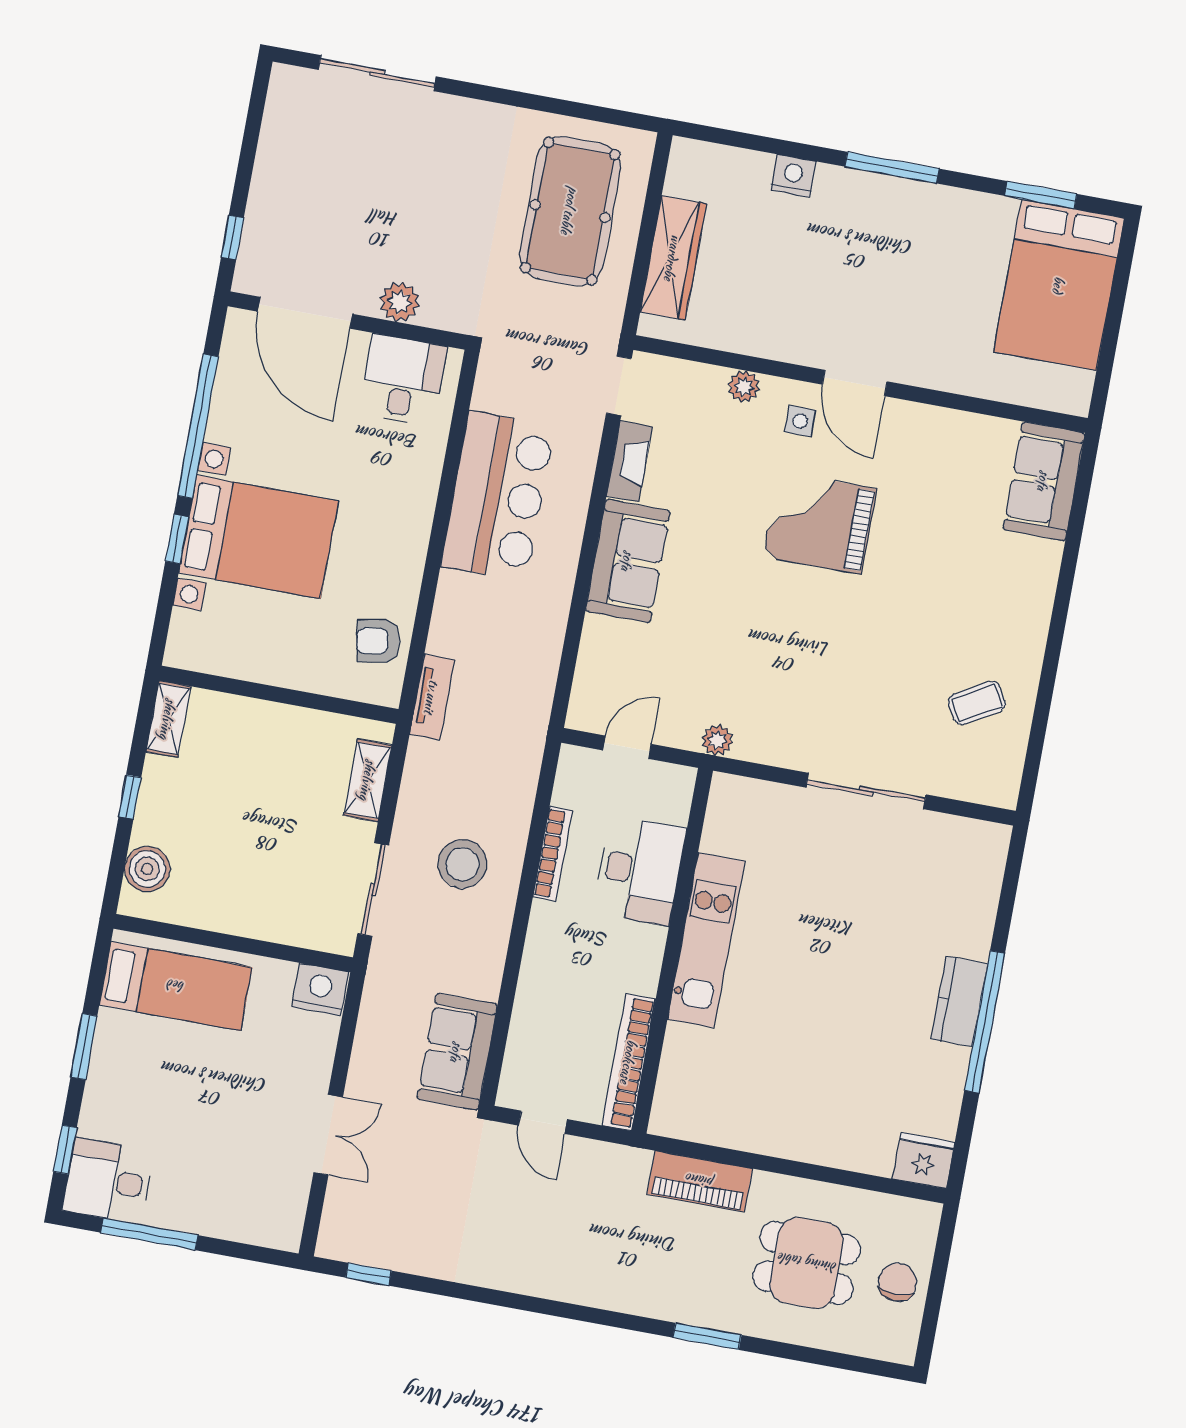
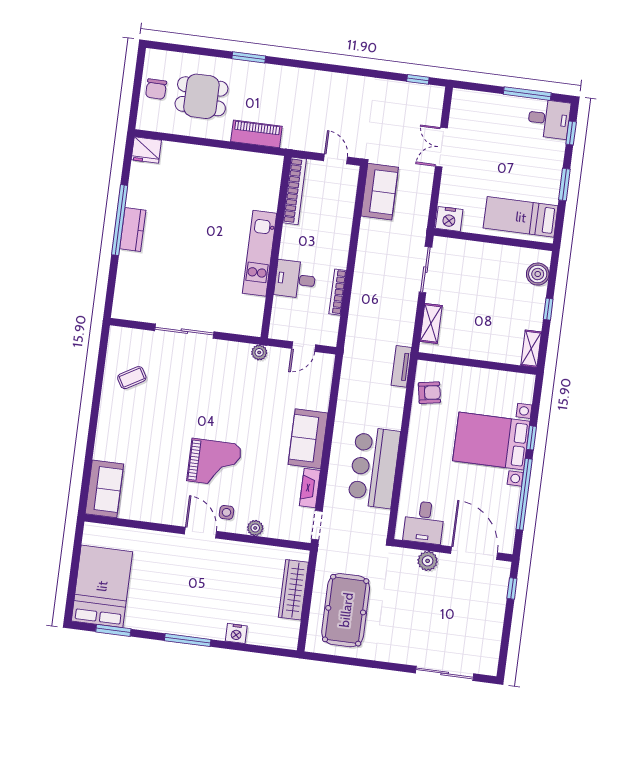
stool: (462, 864) -> (382, 285), removed
desk: (640, 871) -> (295, 279), width x0.73

